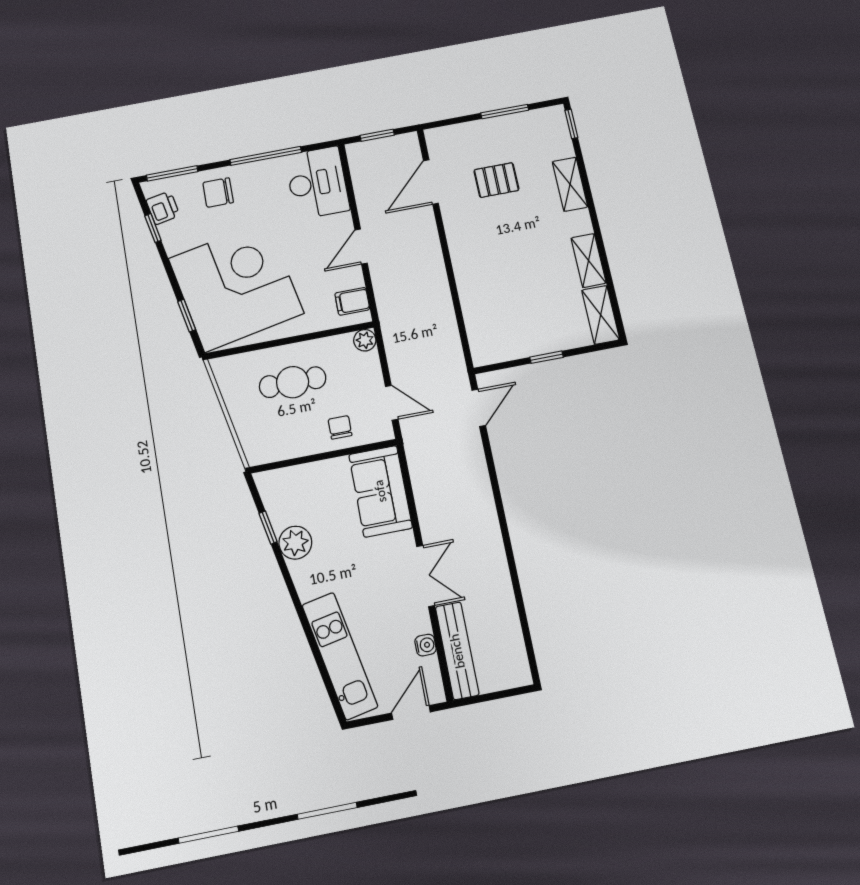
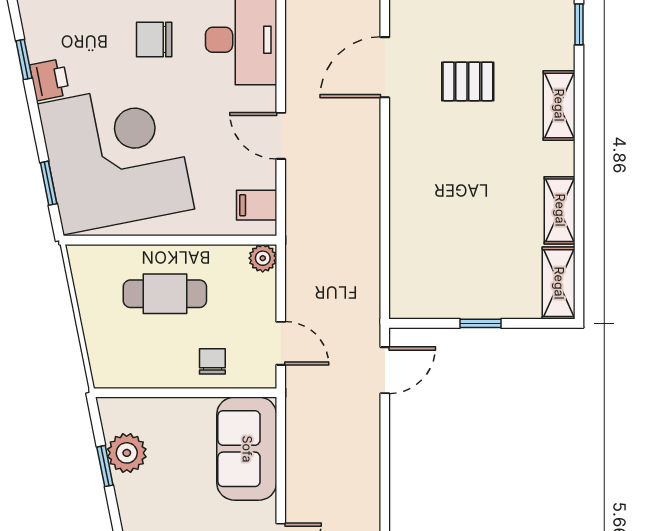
chair: (218, 192) -> (154, 39), moved
printer: (163, 208) -> (49, 80), moved
door: (361, 246) -> (281, 136), hinge flipped
plant: (295, 543) -> (127, 453), moved

